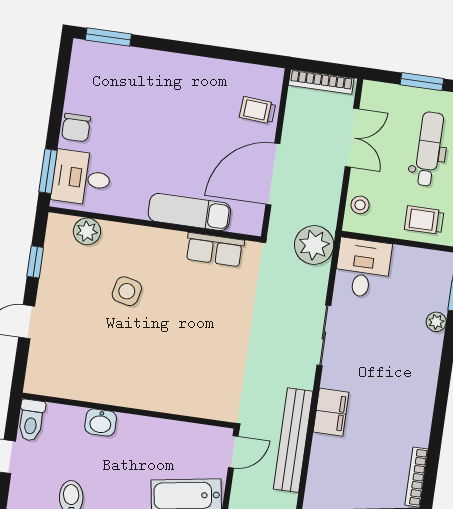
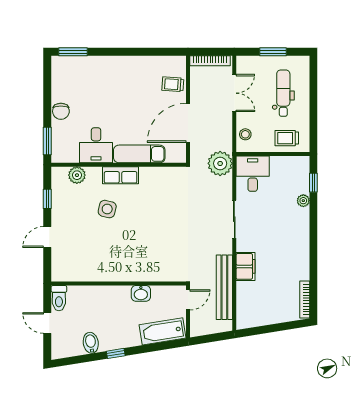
desk: (81, 178) -> (96, 145), moved, turned -90
row of seats: (215, 250) -> (121, 175), moved
washbasin: (101, 422) -> (141, 293), moved

